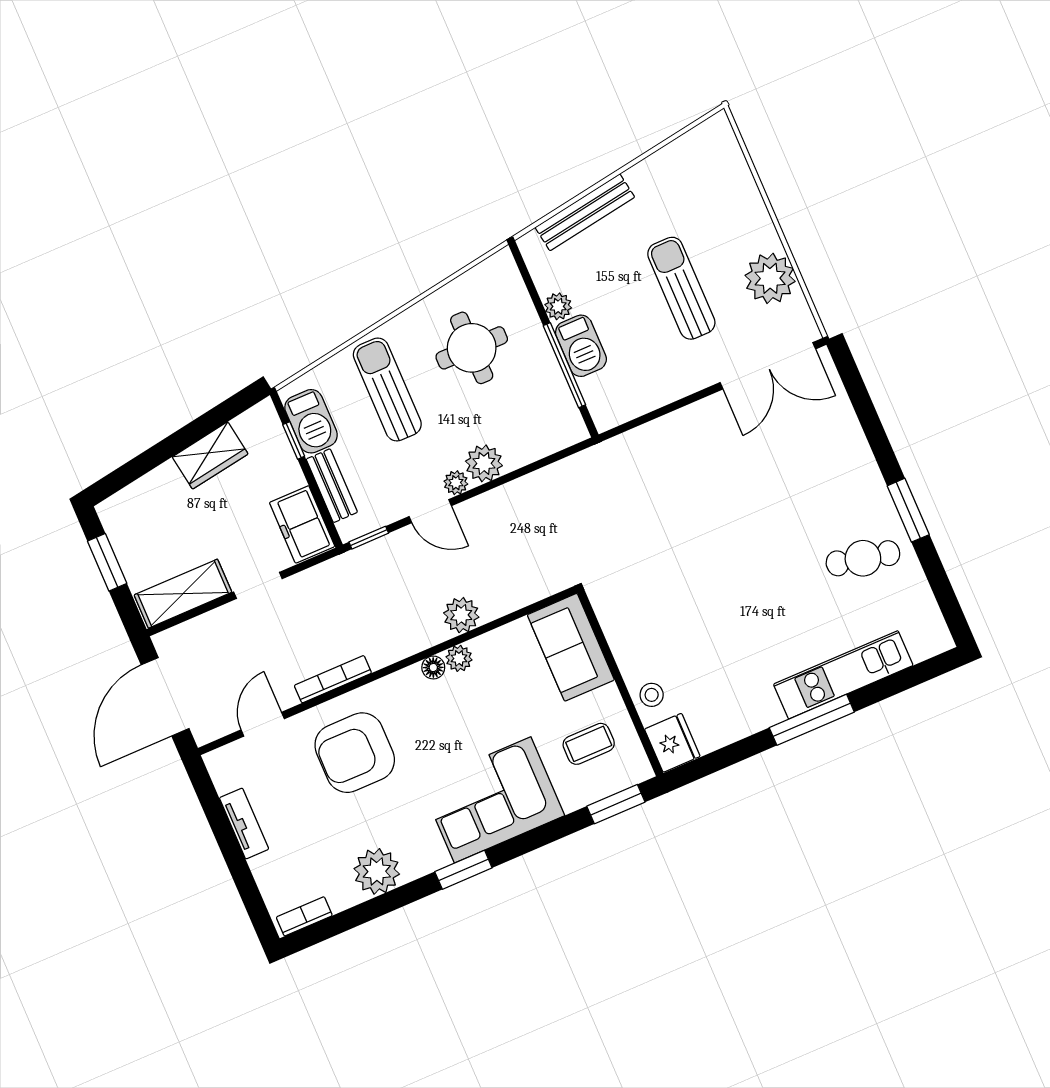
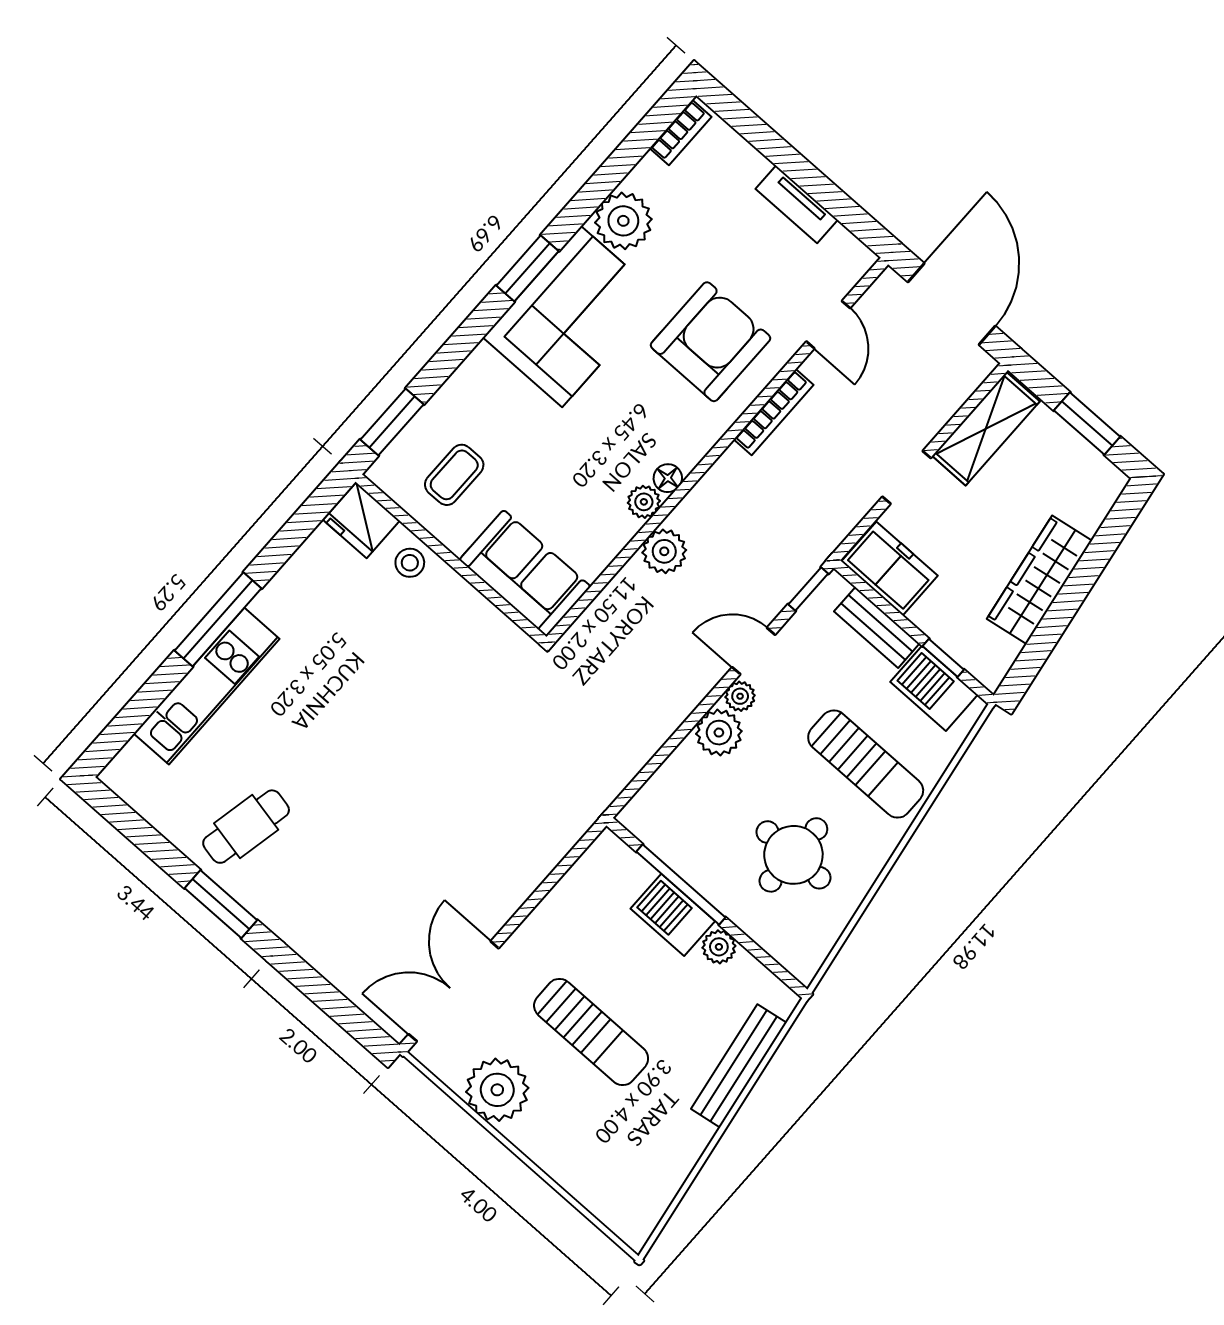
wardrobe: (210, 455) -> (1039, 580), width x1.50
corner sofa: (493, 800) -> (572, 317), moved

